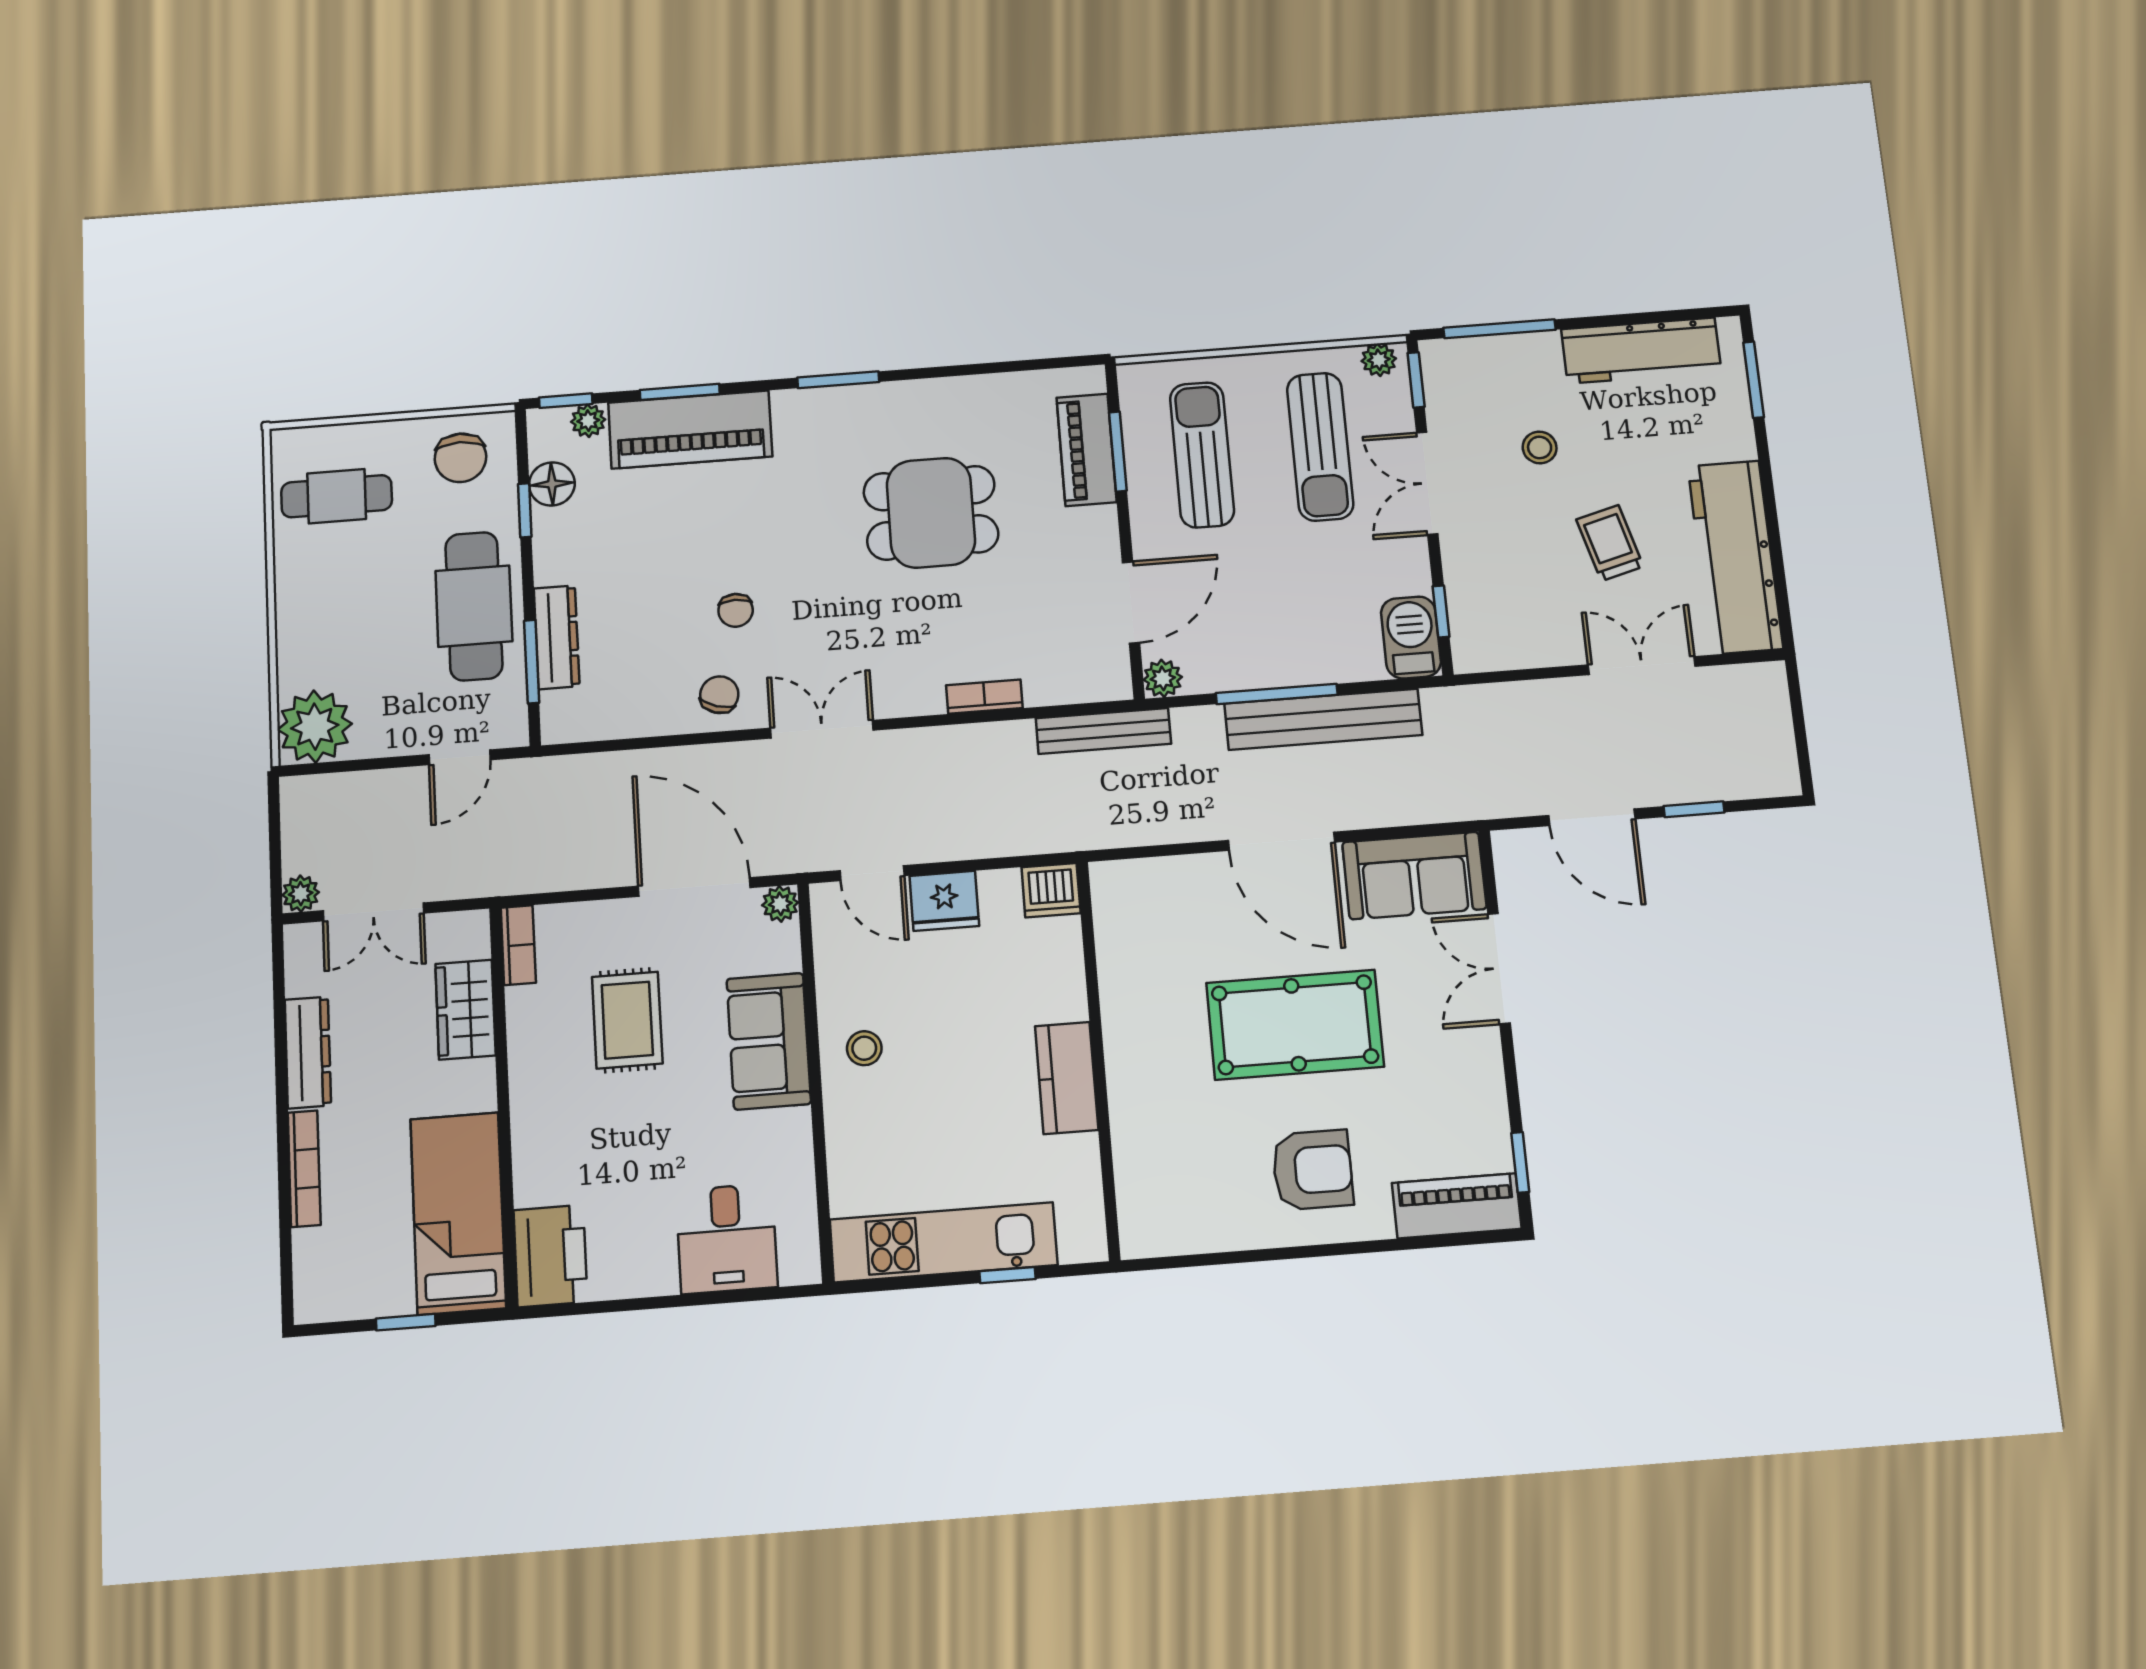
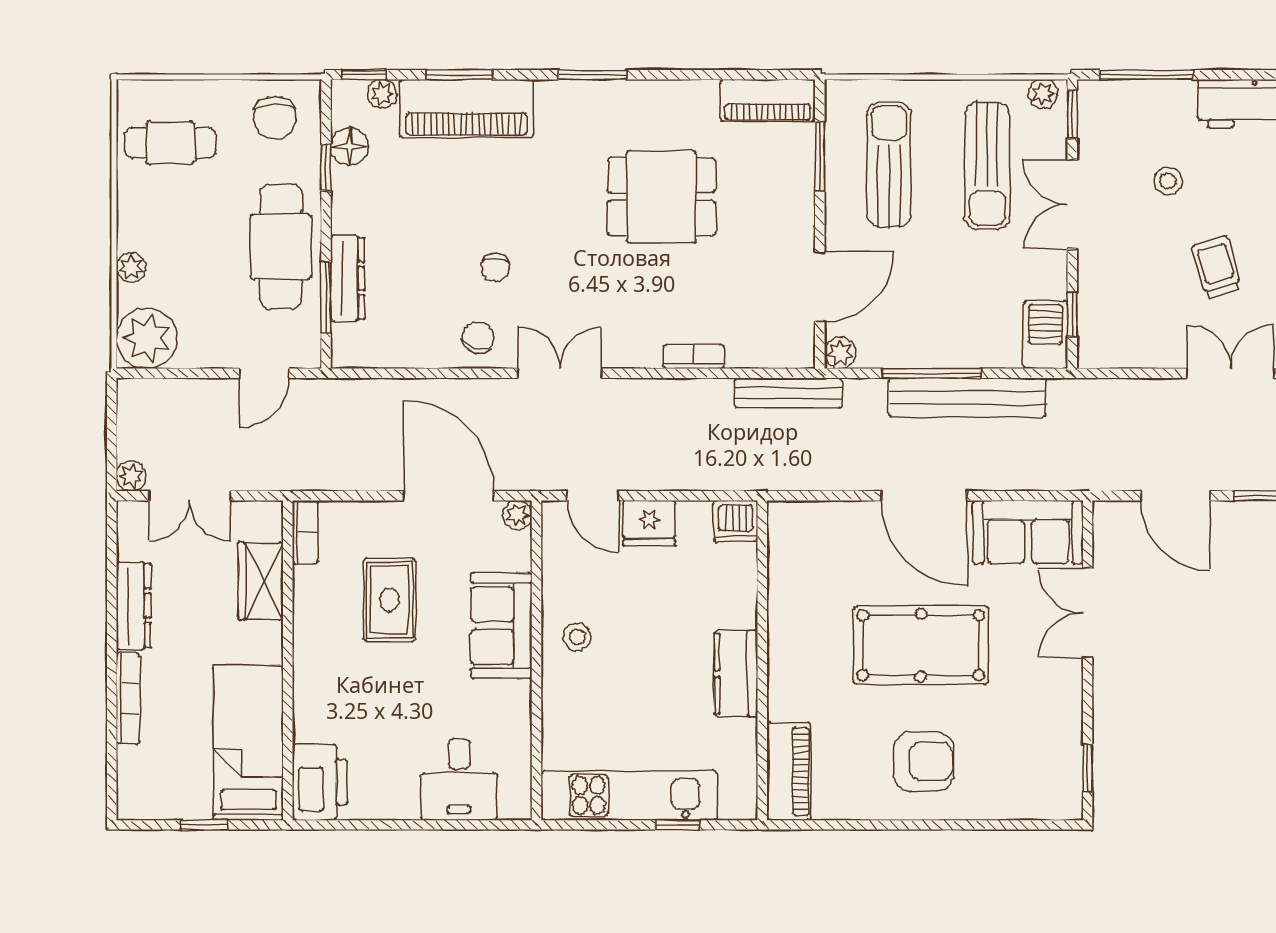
piano: (1087, 450) -> (768, 101), moved, turned -90
plant: (293, 645) -> (131, 268), added
piano: (1457, 1206) -> (789, 771), moved, turned 90

